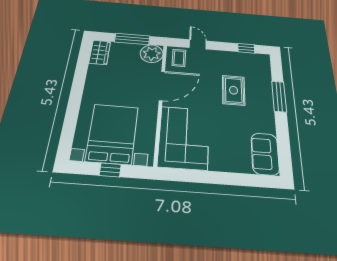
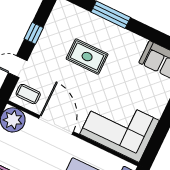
window: (246, 48) -> (34, 33), moved

